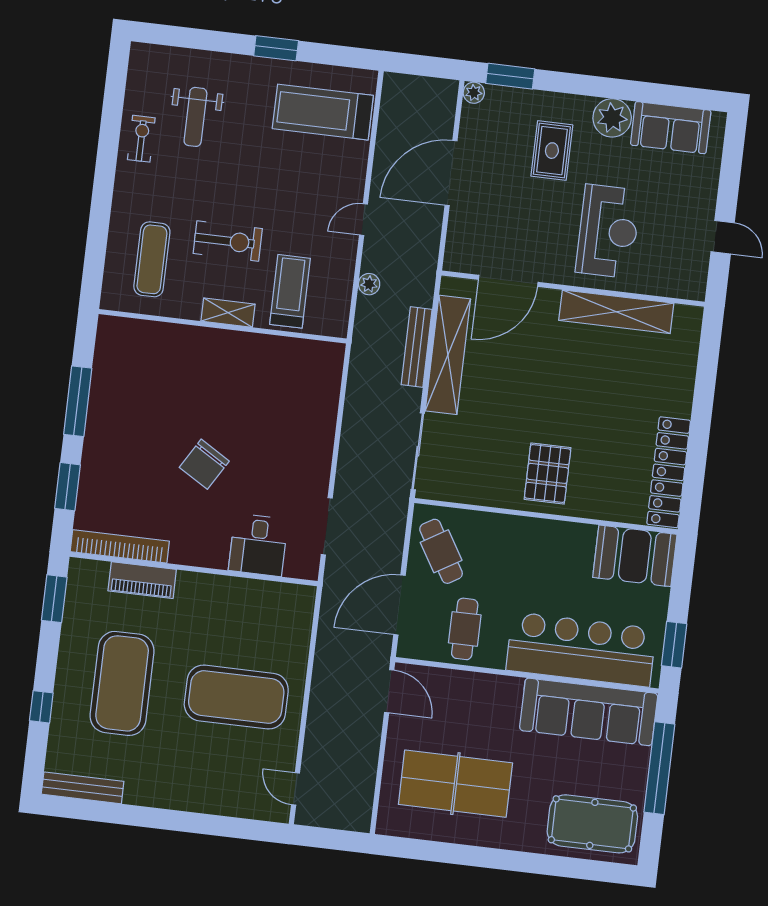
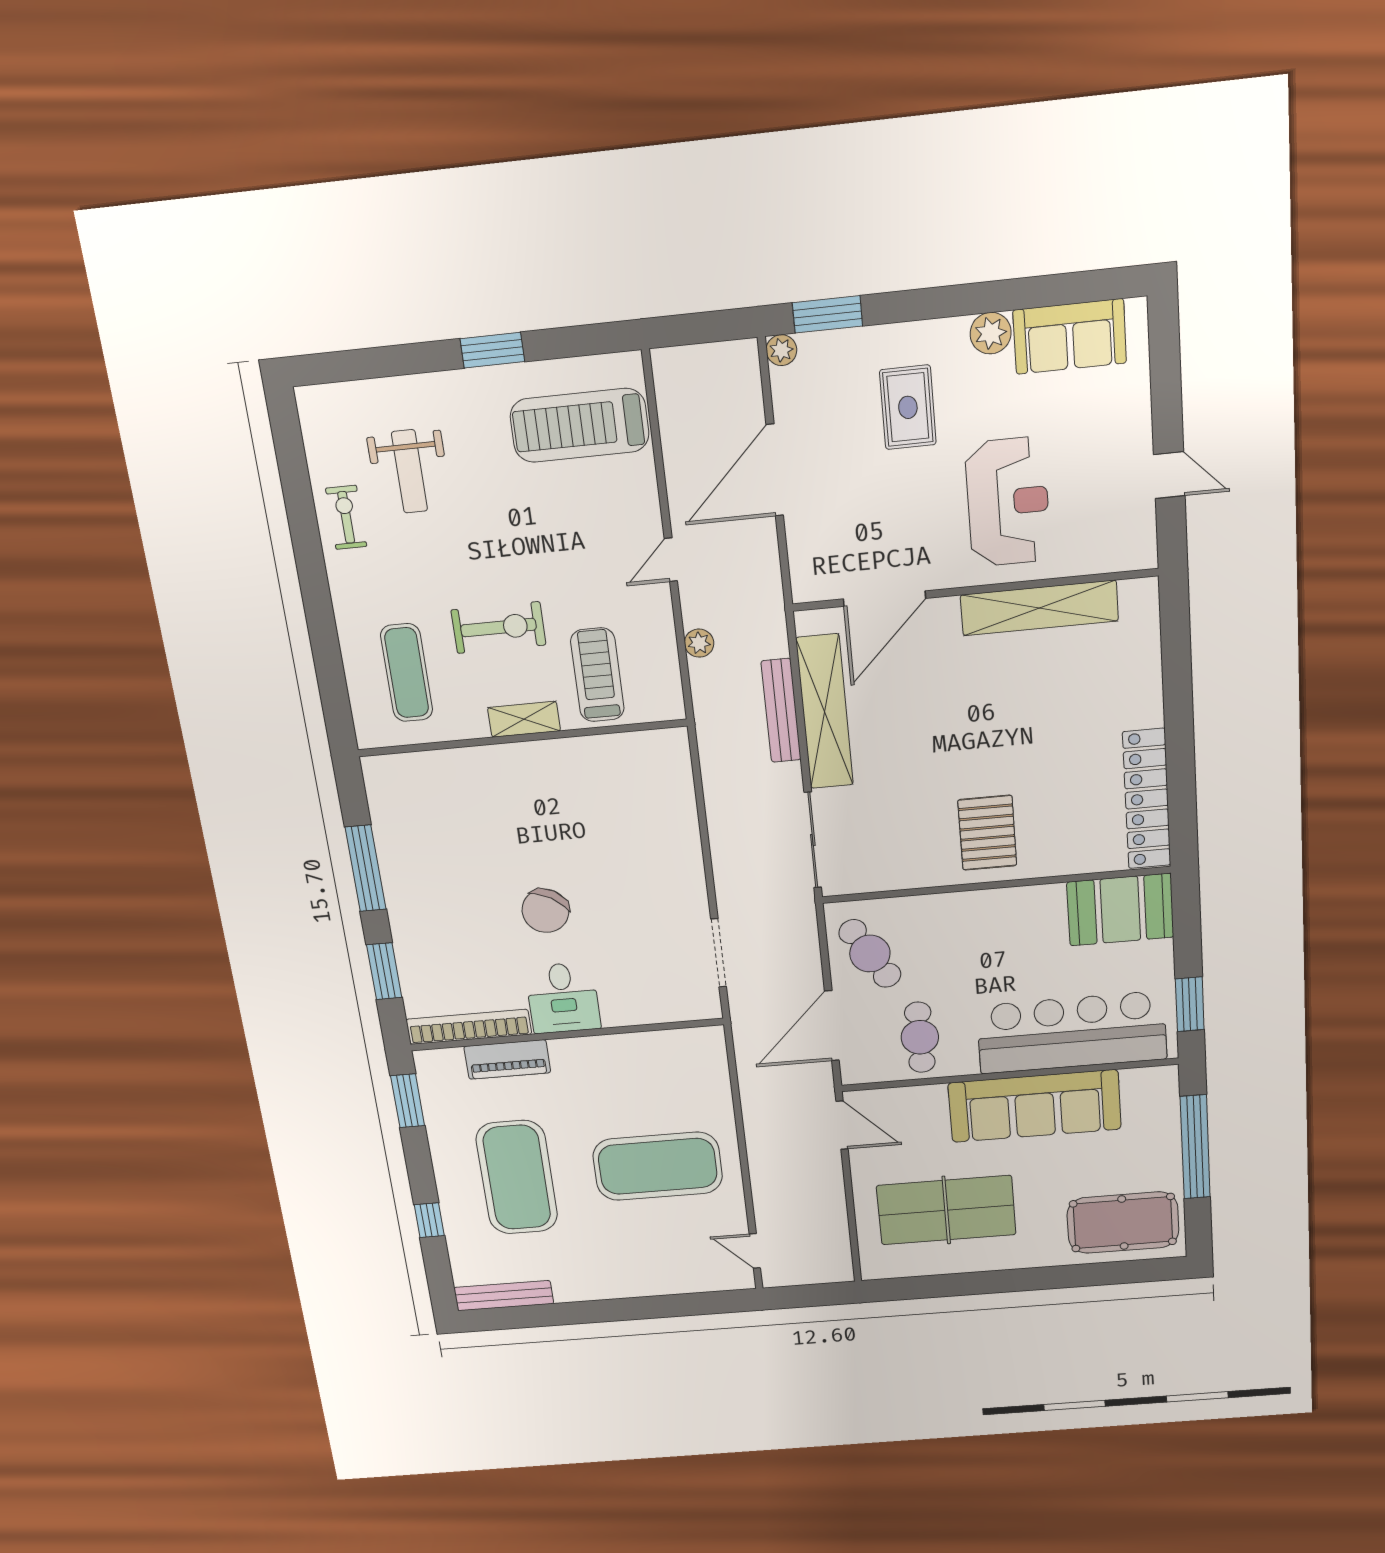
plant: (612, 118) -> (991, 333), width x0.73, depth x0.73
desk: (258, 545) -> (563, 998), moved
sofa: (589, 712) -> (1035, 1106), moved

